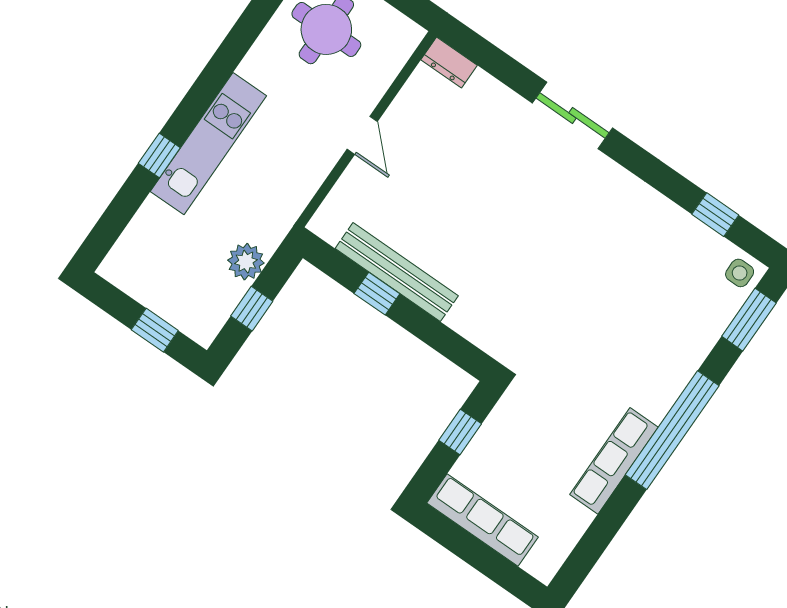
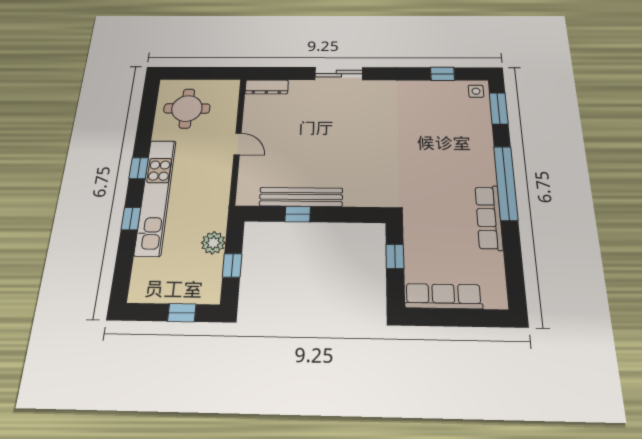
dresser: (449, 62) -> (267, 87), width x1.44
window: (209, 84) -> (139, 168), added
kitchen unit: (208, 144) -> (156, 197), width x1.36

